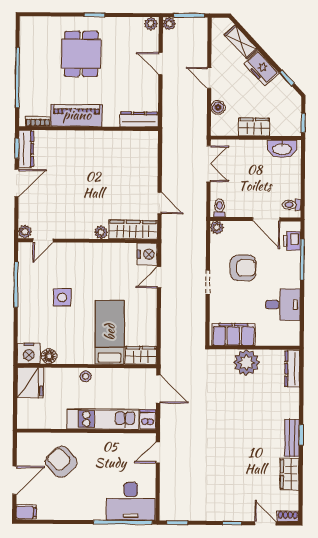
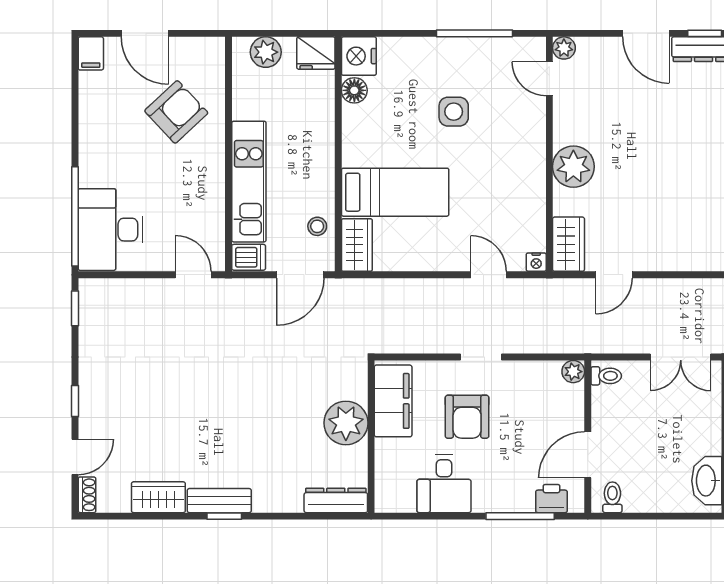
wardrobe: (133, 230) -> (568, 244), width x0.67
plant: (101, 232) -> (573, 167), width x1.88, depth x1.88
nightstand: (147, 254) -> (536, 262), width x0.53, depth x0.56
armchair: (243, 268) -> (467, 417), moved
stool: (86, 376) -> (317, 226), moved
fridge: (30, 383) -> (316, 53), width x0.73, depth x0.75
plant: (26, 409) -> (266, 52), added

